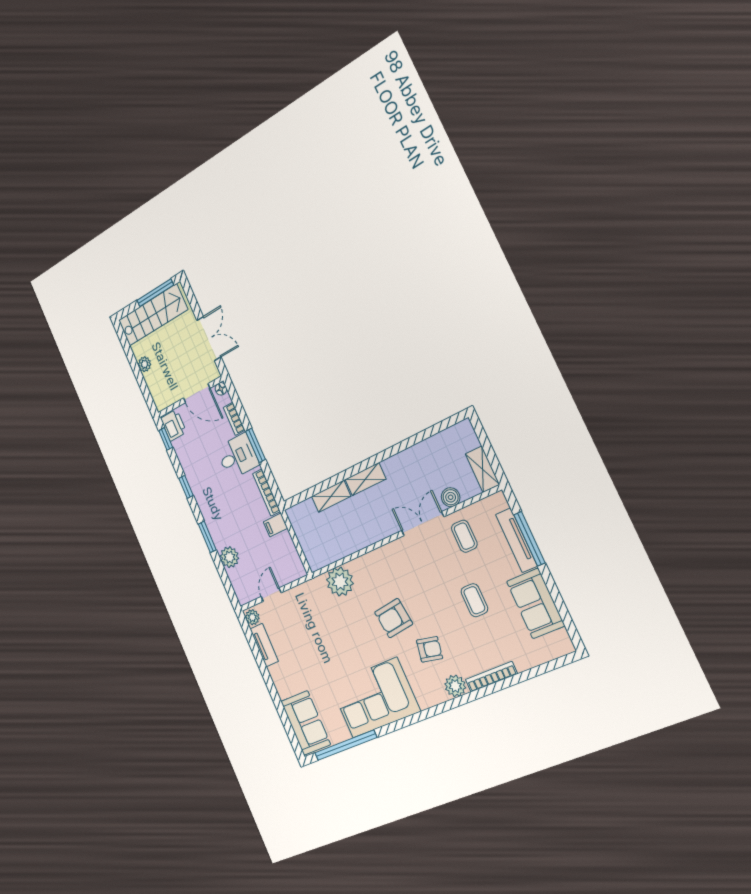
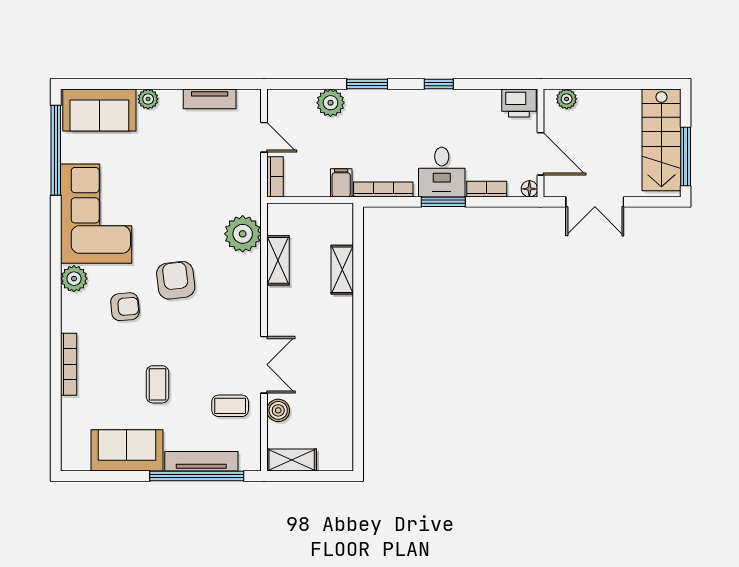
plant: (144, 364) -> (567, 99), moved
door: (197, 393) -> (541, 154), swing flipped
window: (166, 439) -> (508, 84), removed
shelving: (366, 479) -> (278, 260), moved
window: (529, 539) -> (197, 476), width x1.46
bookcase: (293, 575) -> (275, 177), added
coffee table: (474, 600) -> (157, 384), turned 90
plant: (252, 617) -> (148, 99), moved
armchair: (430, 649) -> (125, 307), turned -106
plant: (455, 686) -> (74, 279), moved

